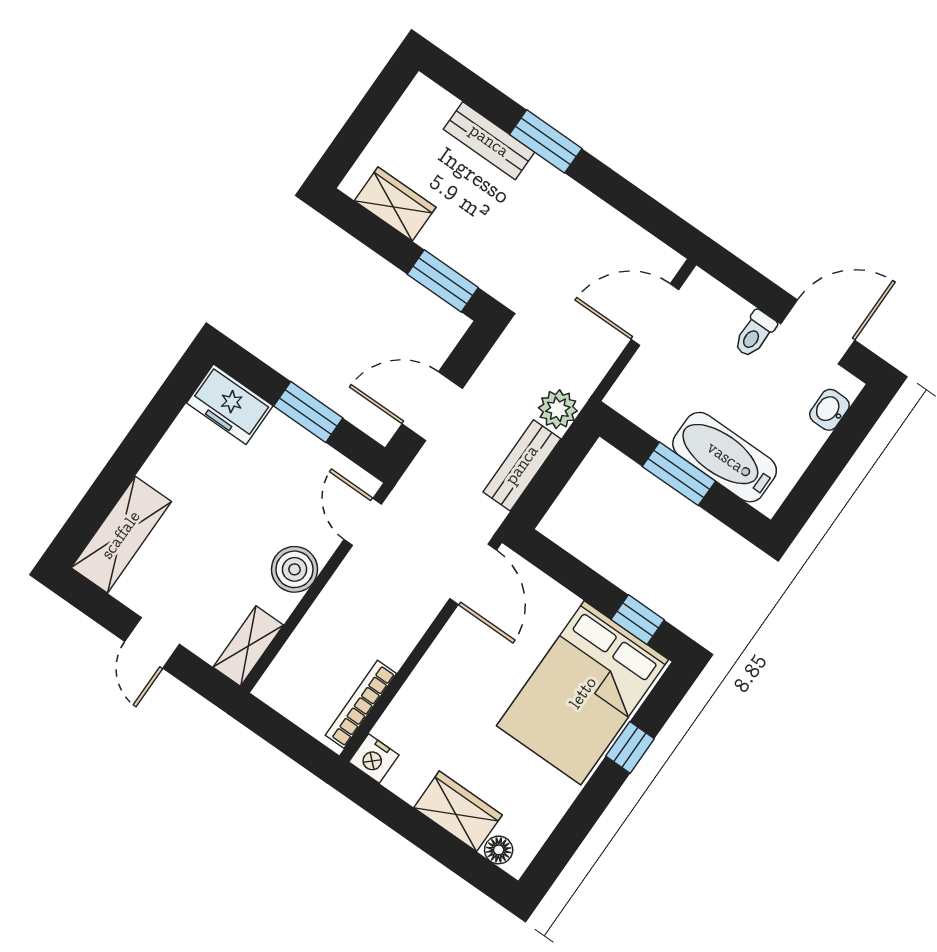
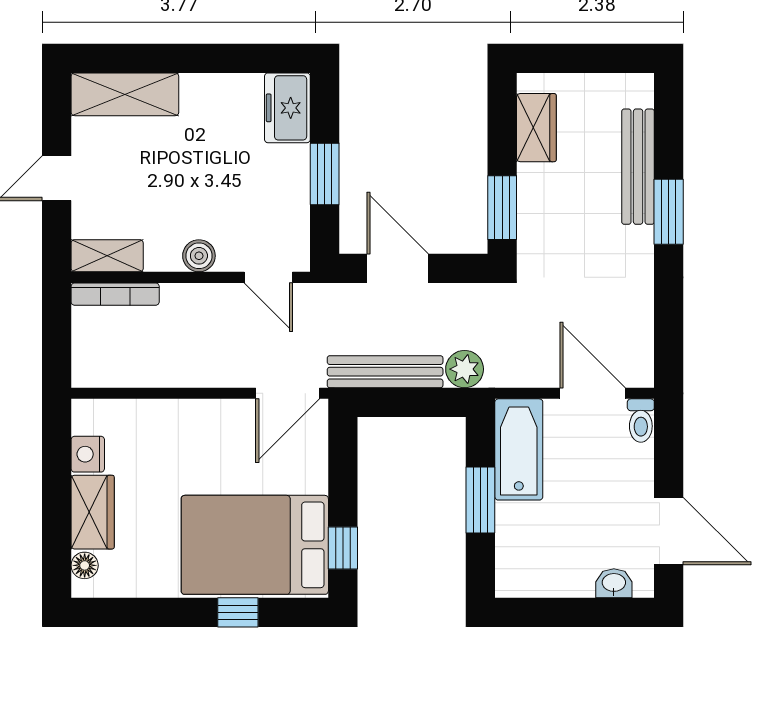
bench: (489, 141) -> (638, 167), width x1.36
toilet: (755, 334) -> (641, 421), moved, turned -90
bathtub: (725, 457) -> (519, 449), moved
bench: (522, 465) -> (385, 372), width x1.36
door: (363, 522) -> (268, 277), swing flipped
boiler: (294, 569) -> (199, 256), width x0.73, depth x0.73
bookcase: (361, 704) -> (115, 294), moved, turned 180
nightstand: (374, 759) -> (88, 454), moved

